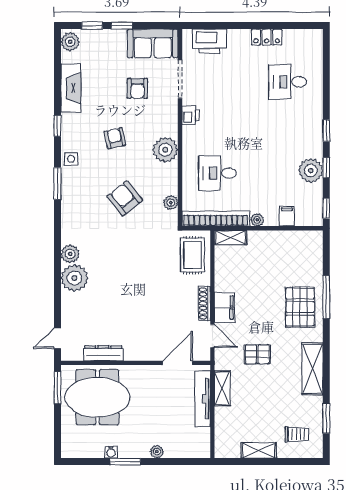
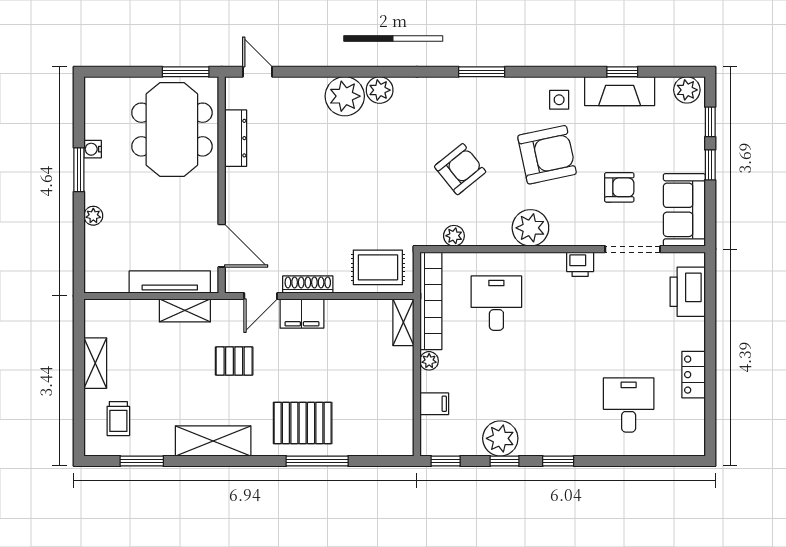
armchair: (137, 88) -> (619, 187), turned 180
window: (57, 126) -> (622, 72), moved
armchair: (115, 138) -> (547, 155), width x1.88, depth x1.88
side table: (71, 159) -> (559, 100), moved
pallet: (257, 354) -> (234, 361), turned 90

